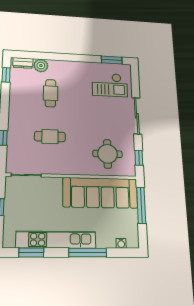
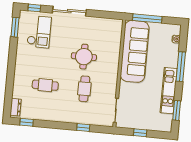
plant: (41, 66) -> (19, 92), removed
round table: (108, 154) -> (84, 57), moved
window: (139, 158) -> (34, 8), moved
kitchen unit: (56, 240) -> (169, 91), width x0.73

